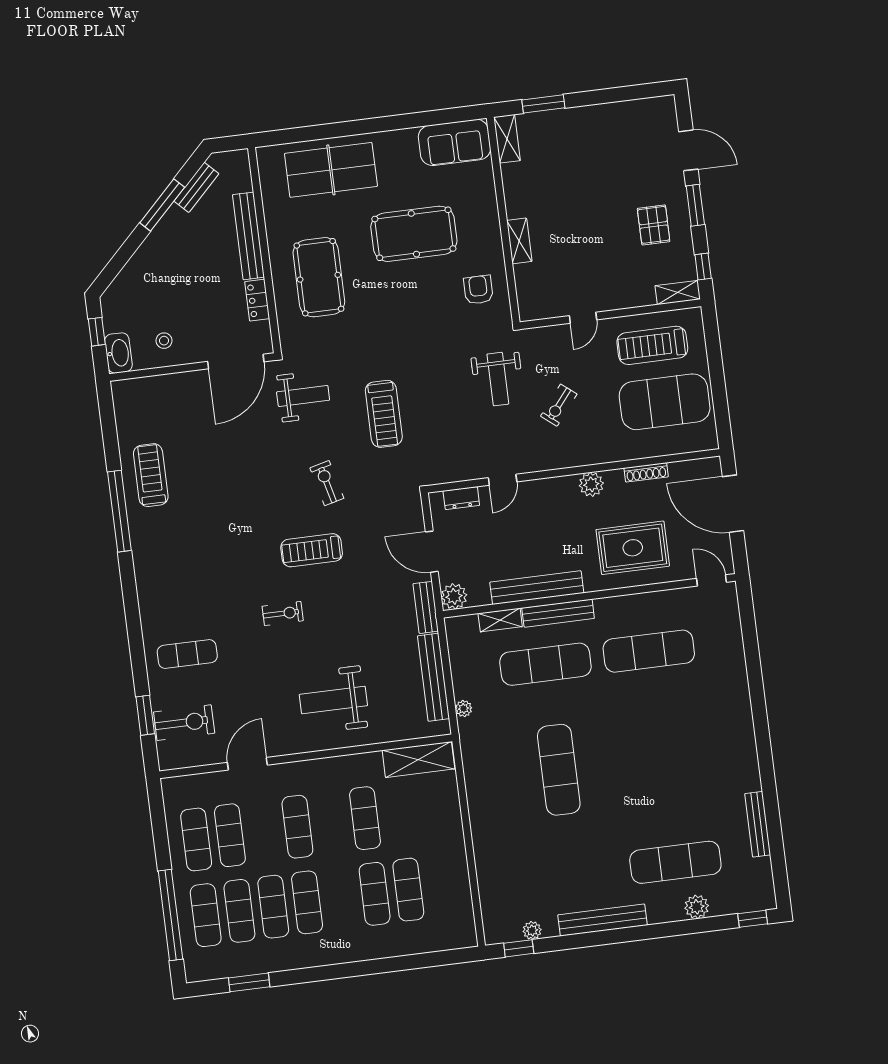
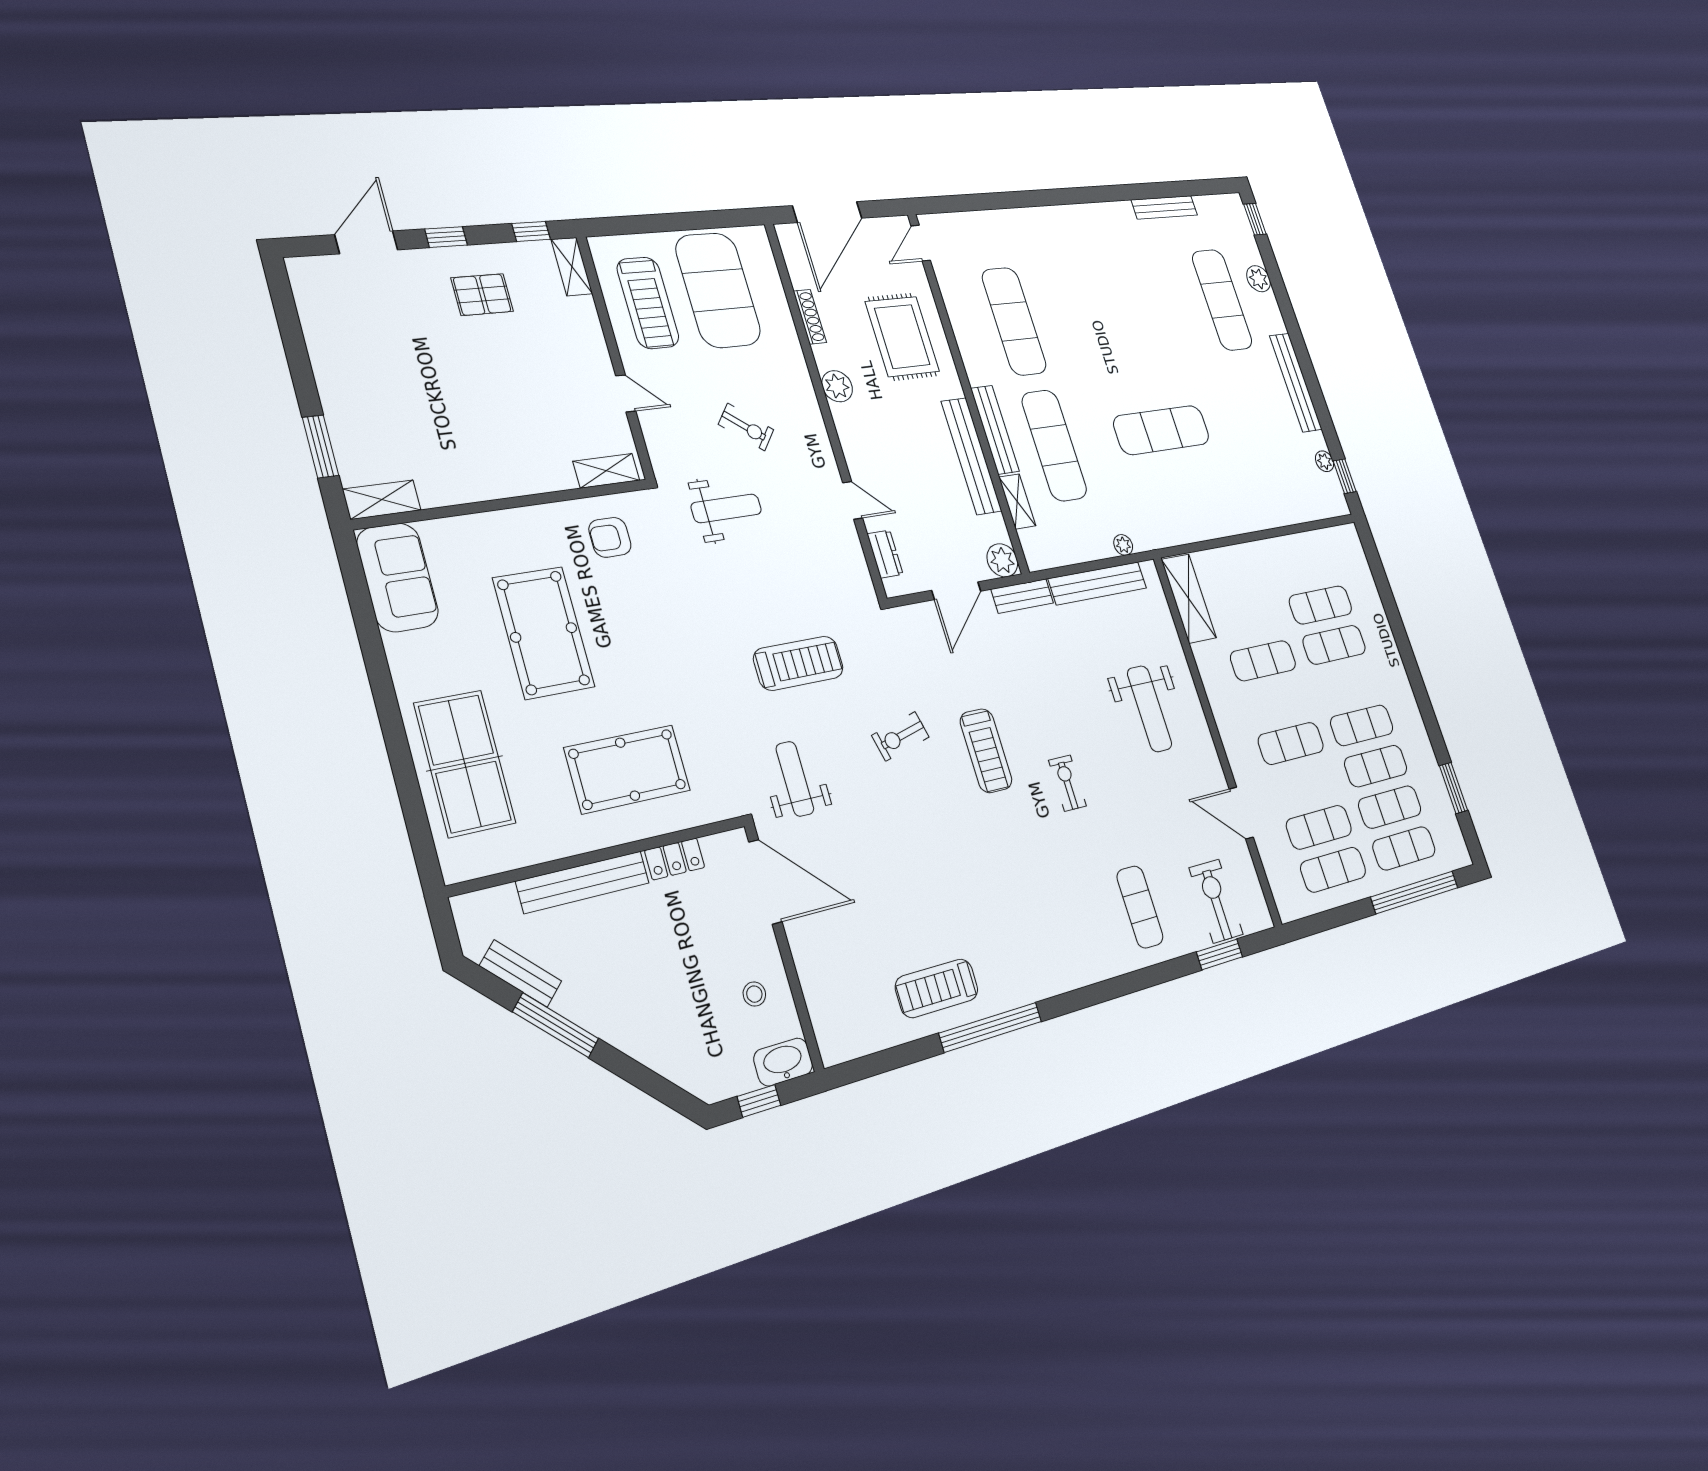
window: (695, 205) -> (446, 237), width x0.67
shelving: (519, 241) -> (606, 471), moved

